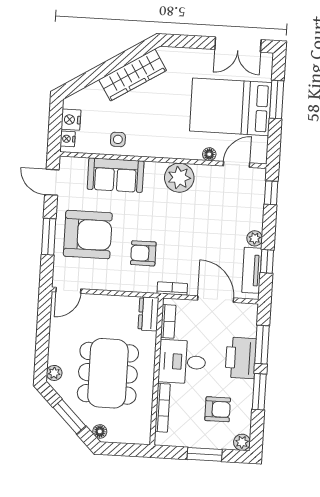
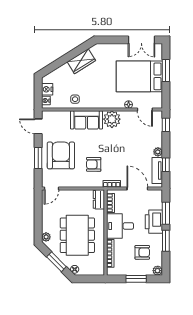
wardrobe: (133, 75) -> (81, 61), width x0.67
door: (237, 164) -> (145, 110), swing flipped
sofa: (116, 175) -> (87, 120), moved
armchair: (88, 235) -> (61, 155), turned -90

